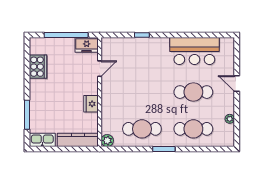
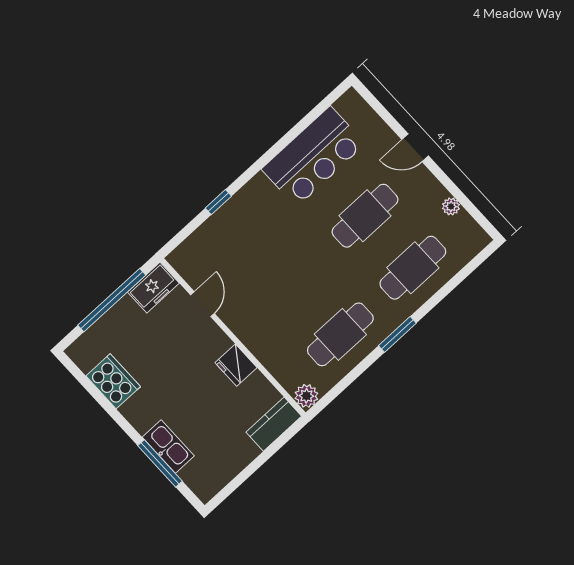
kitchen sink: (42, 140) -> (168, 447), moved, turned 90
kitchen counter: (78, 140) -> (274, 424), width x0.67

